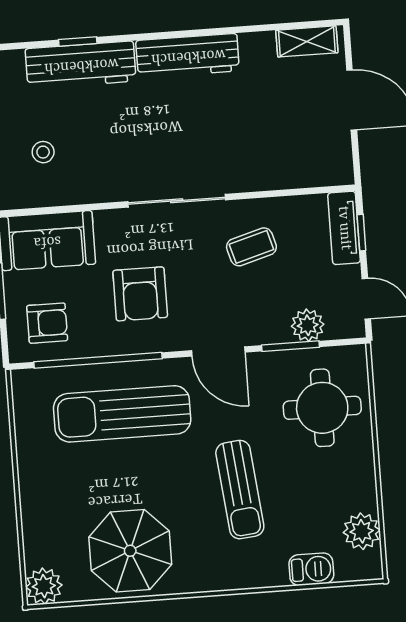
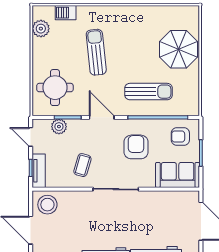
stool: (43, 152) -> (47, 205), moved, width x1.89, depth x1.89
coffee table: (251, 247) -> (82, 165), turned -58
sun lounger: (122, 414) -> (149, 92), width x0.73, depth x0.75
parasol: (130, 551) -> (179, 49), moved
plant: (44, 586) -> (191, 14), removed

